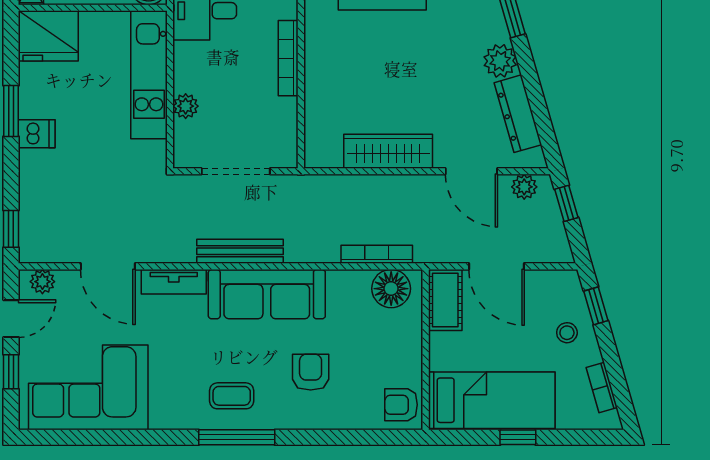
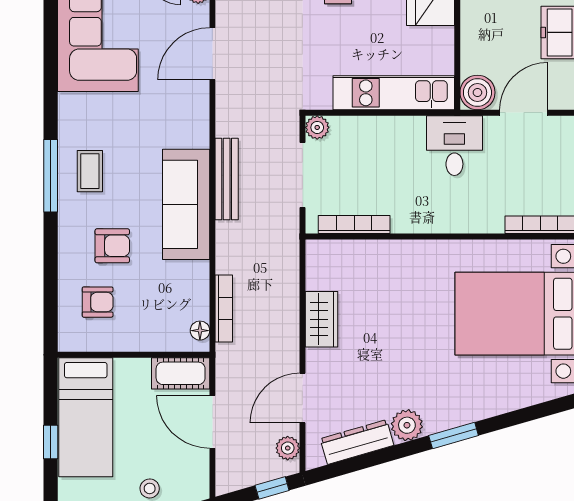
bookcase: (288, 58) -> (354, 225), moved
plant: (186, 106) -> (317, 127), moved
wardrobe: (388, 151) -> (321, 319), width x0.67
door: (497, 266) -> (212, 422), hinge flipped
tv unit: (174, 282) -> (198, 116), removed
floor lamp: (391, 289) -> (200, 331), width x0.53, depth x0.53
armchair: (401, 405) -> (98, 302), moved, turned 90

